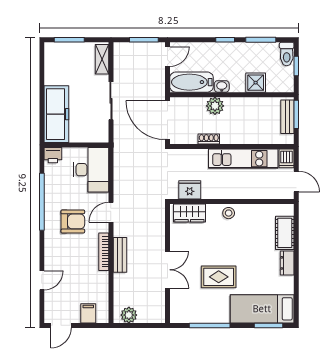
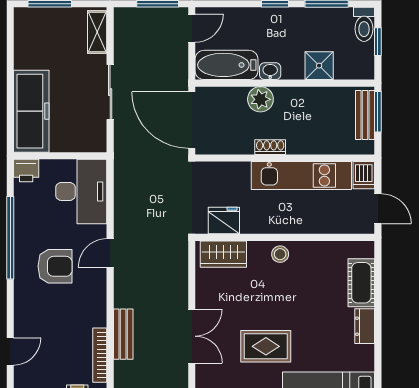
shoe rack: (209, 139) -> (270, 147), moved
bookcase: (104, 252) -> (100, 355), moved
bench: (120, 255) -> (123, 334), moved

